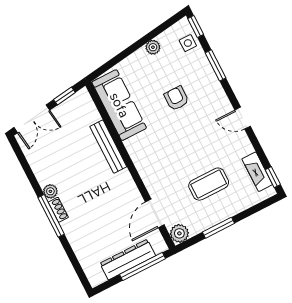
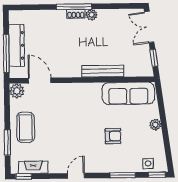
plant: (153, 47) -> (155, 125), moved
coffee table: (209, 184) -> (26, 127), moved
window: (219, 228) -> (7, 143), moved

